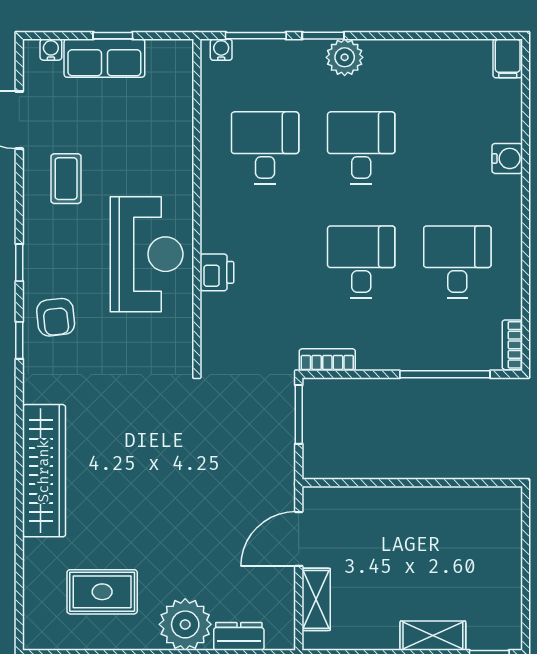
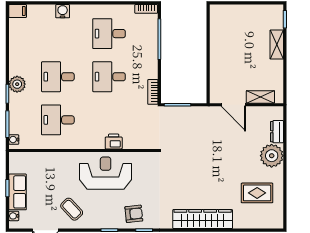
coffee table: (66, 179) -> (72, 209), turned 47
rug: (102, 592) -> (257, 193), turned 90

